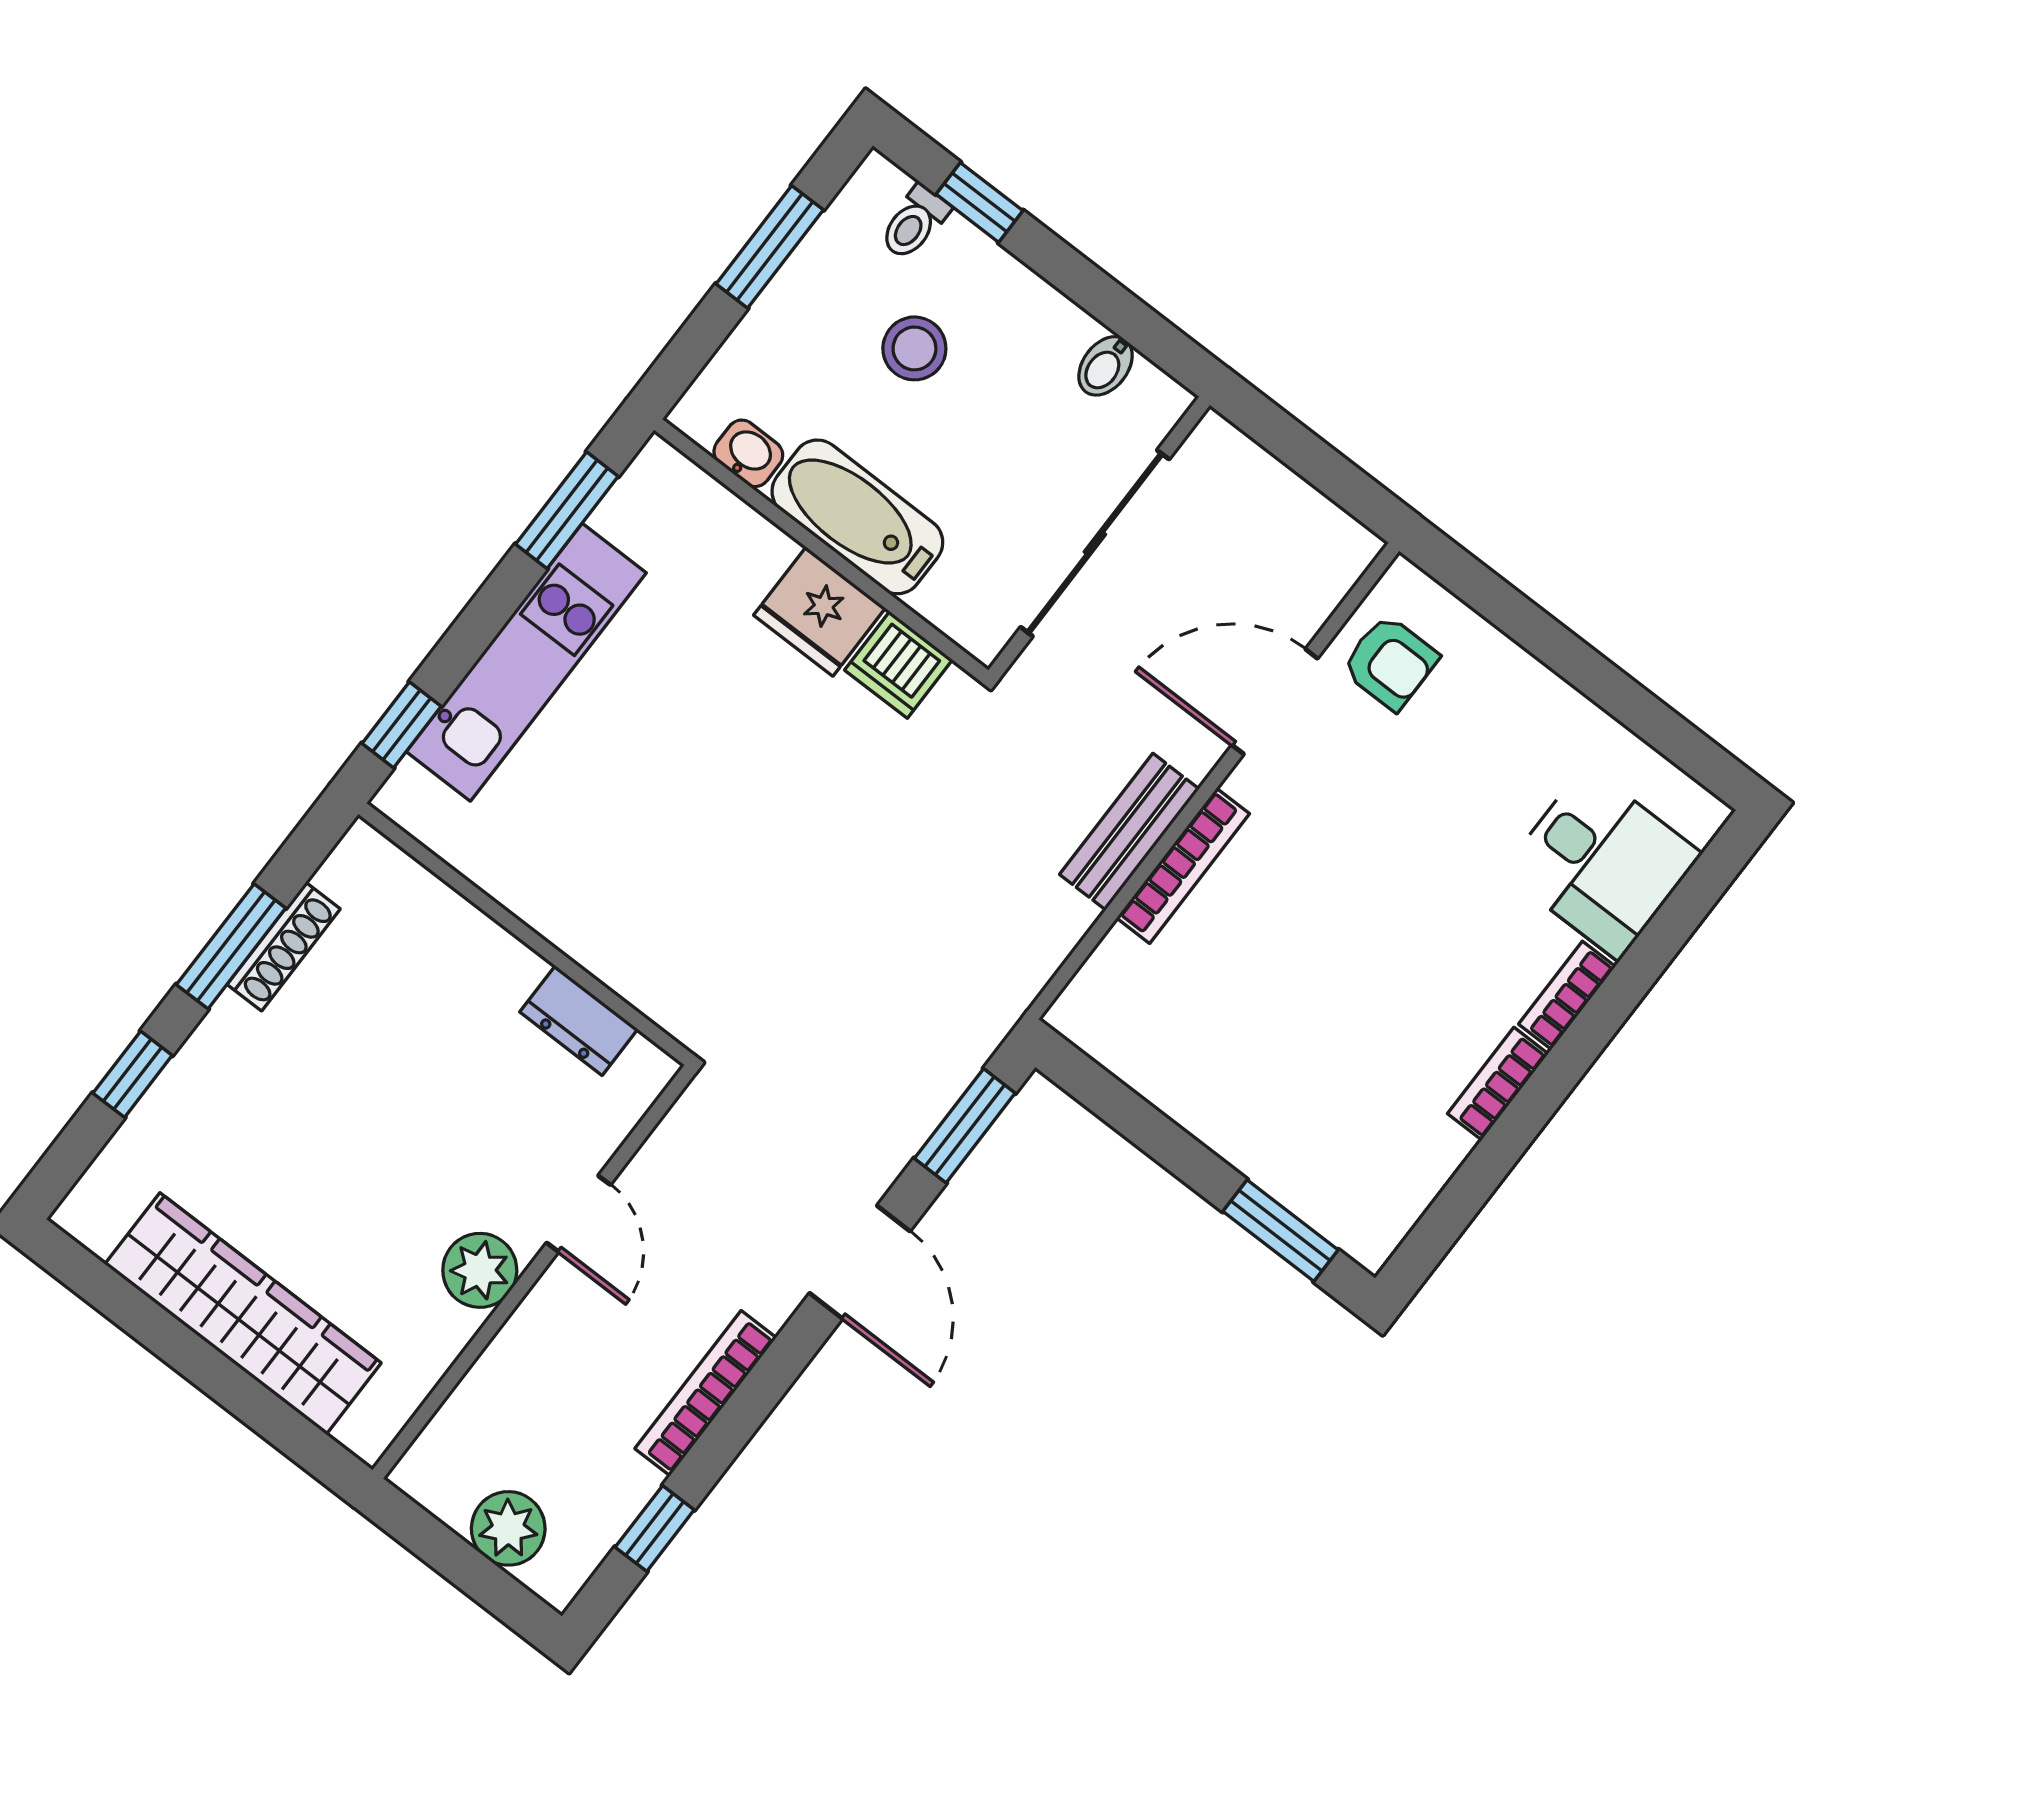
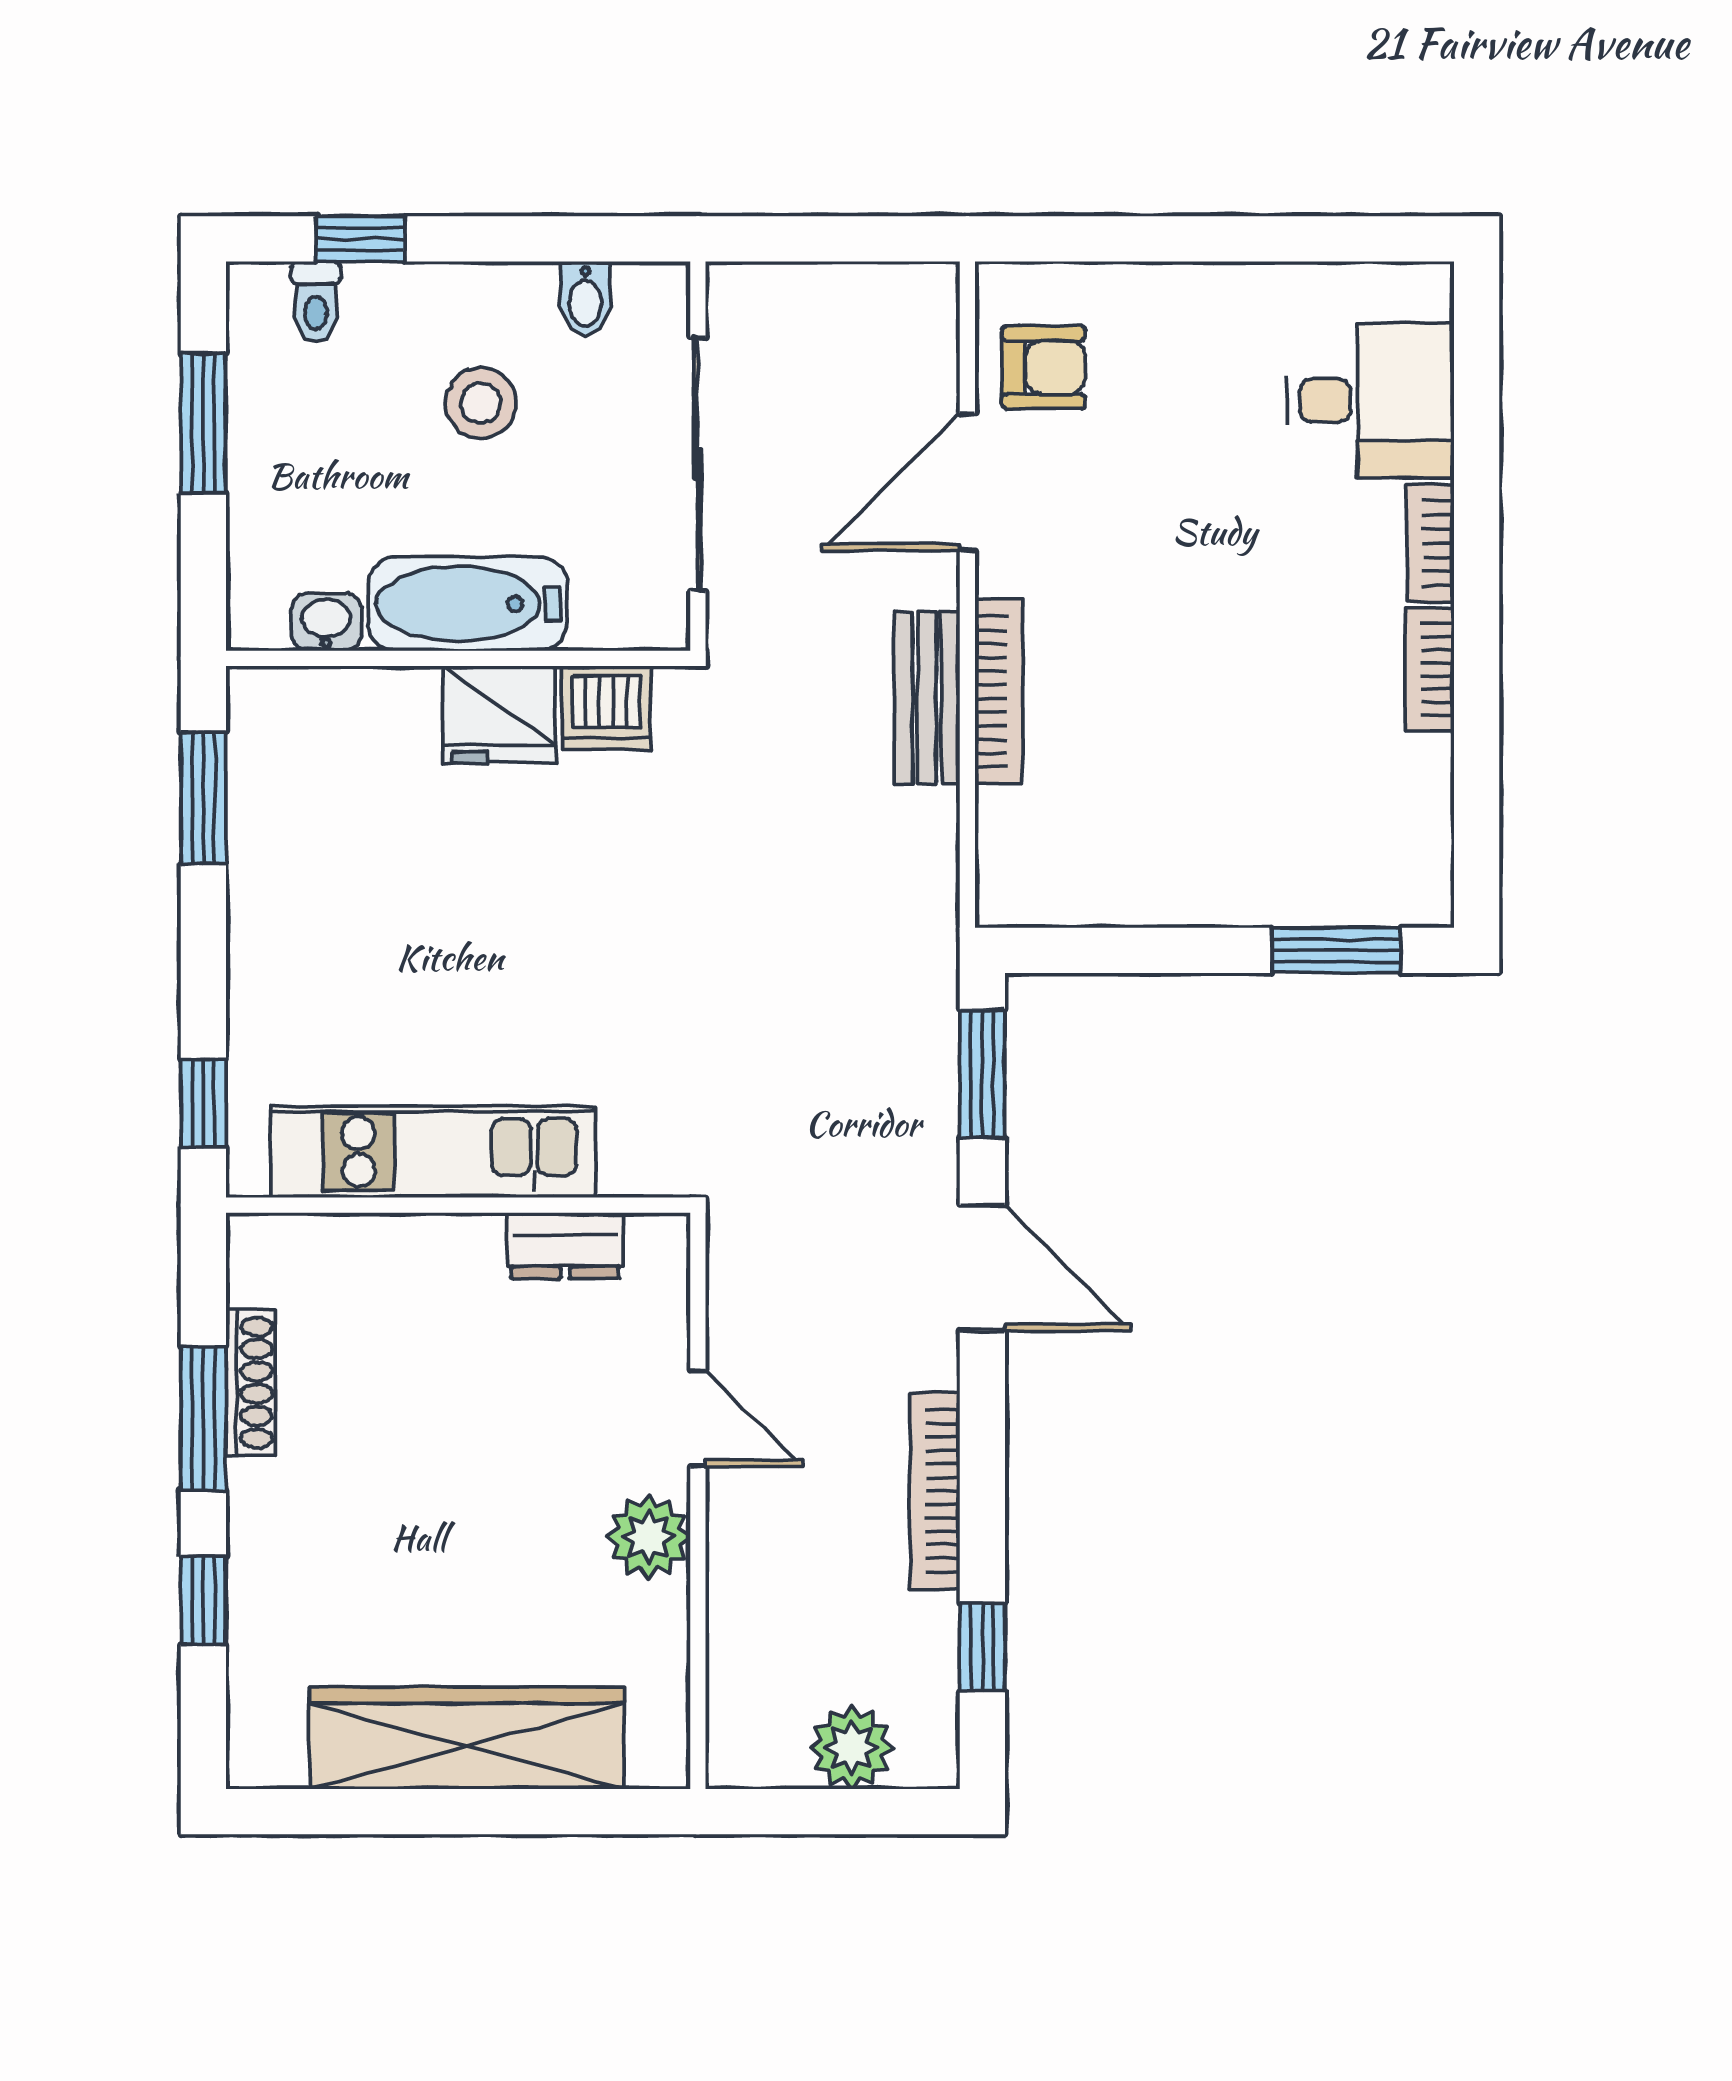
stool: (914, 348) -> (481, 403), moved
kitchen unit: (526, 662) -> (433, 1152), moved, turned -90

